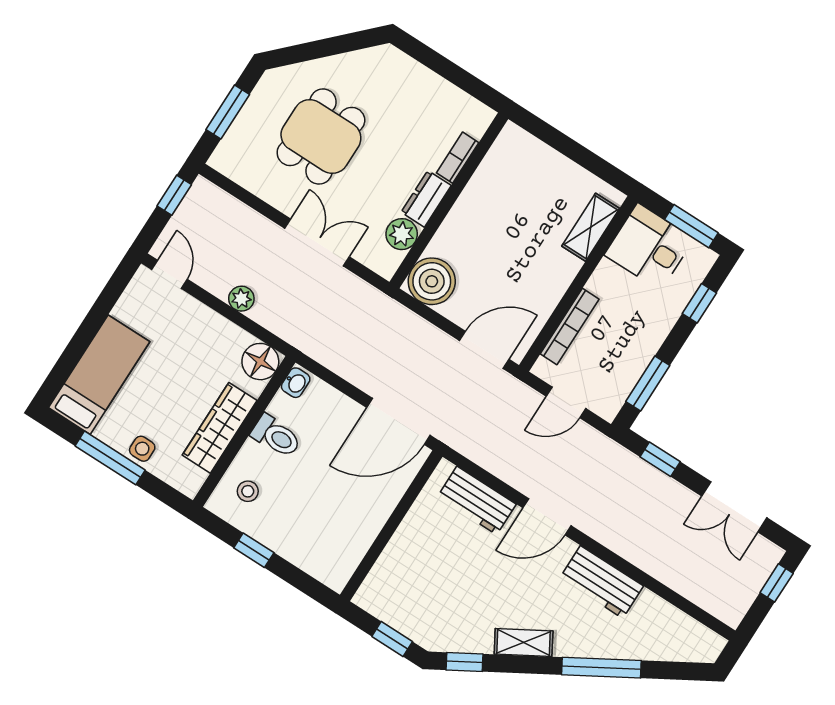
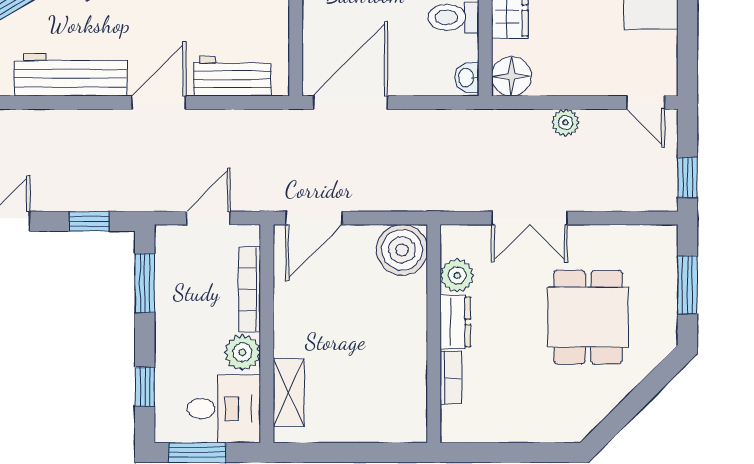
plant: (607, 281) -> (242, 353), added
workbench: (602, 582) -> (71, 75), width x1.37

